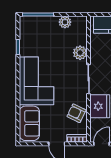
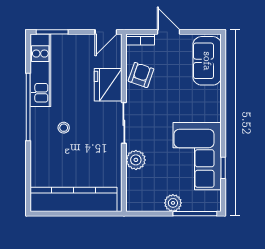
plant: (65, 22) -> (173, 203), moved
corner sofa: (36, 81) -> (197, 156), moved
armchair: (76, 113) -> (141, 75), turned -97

